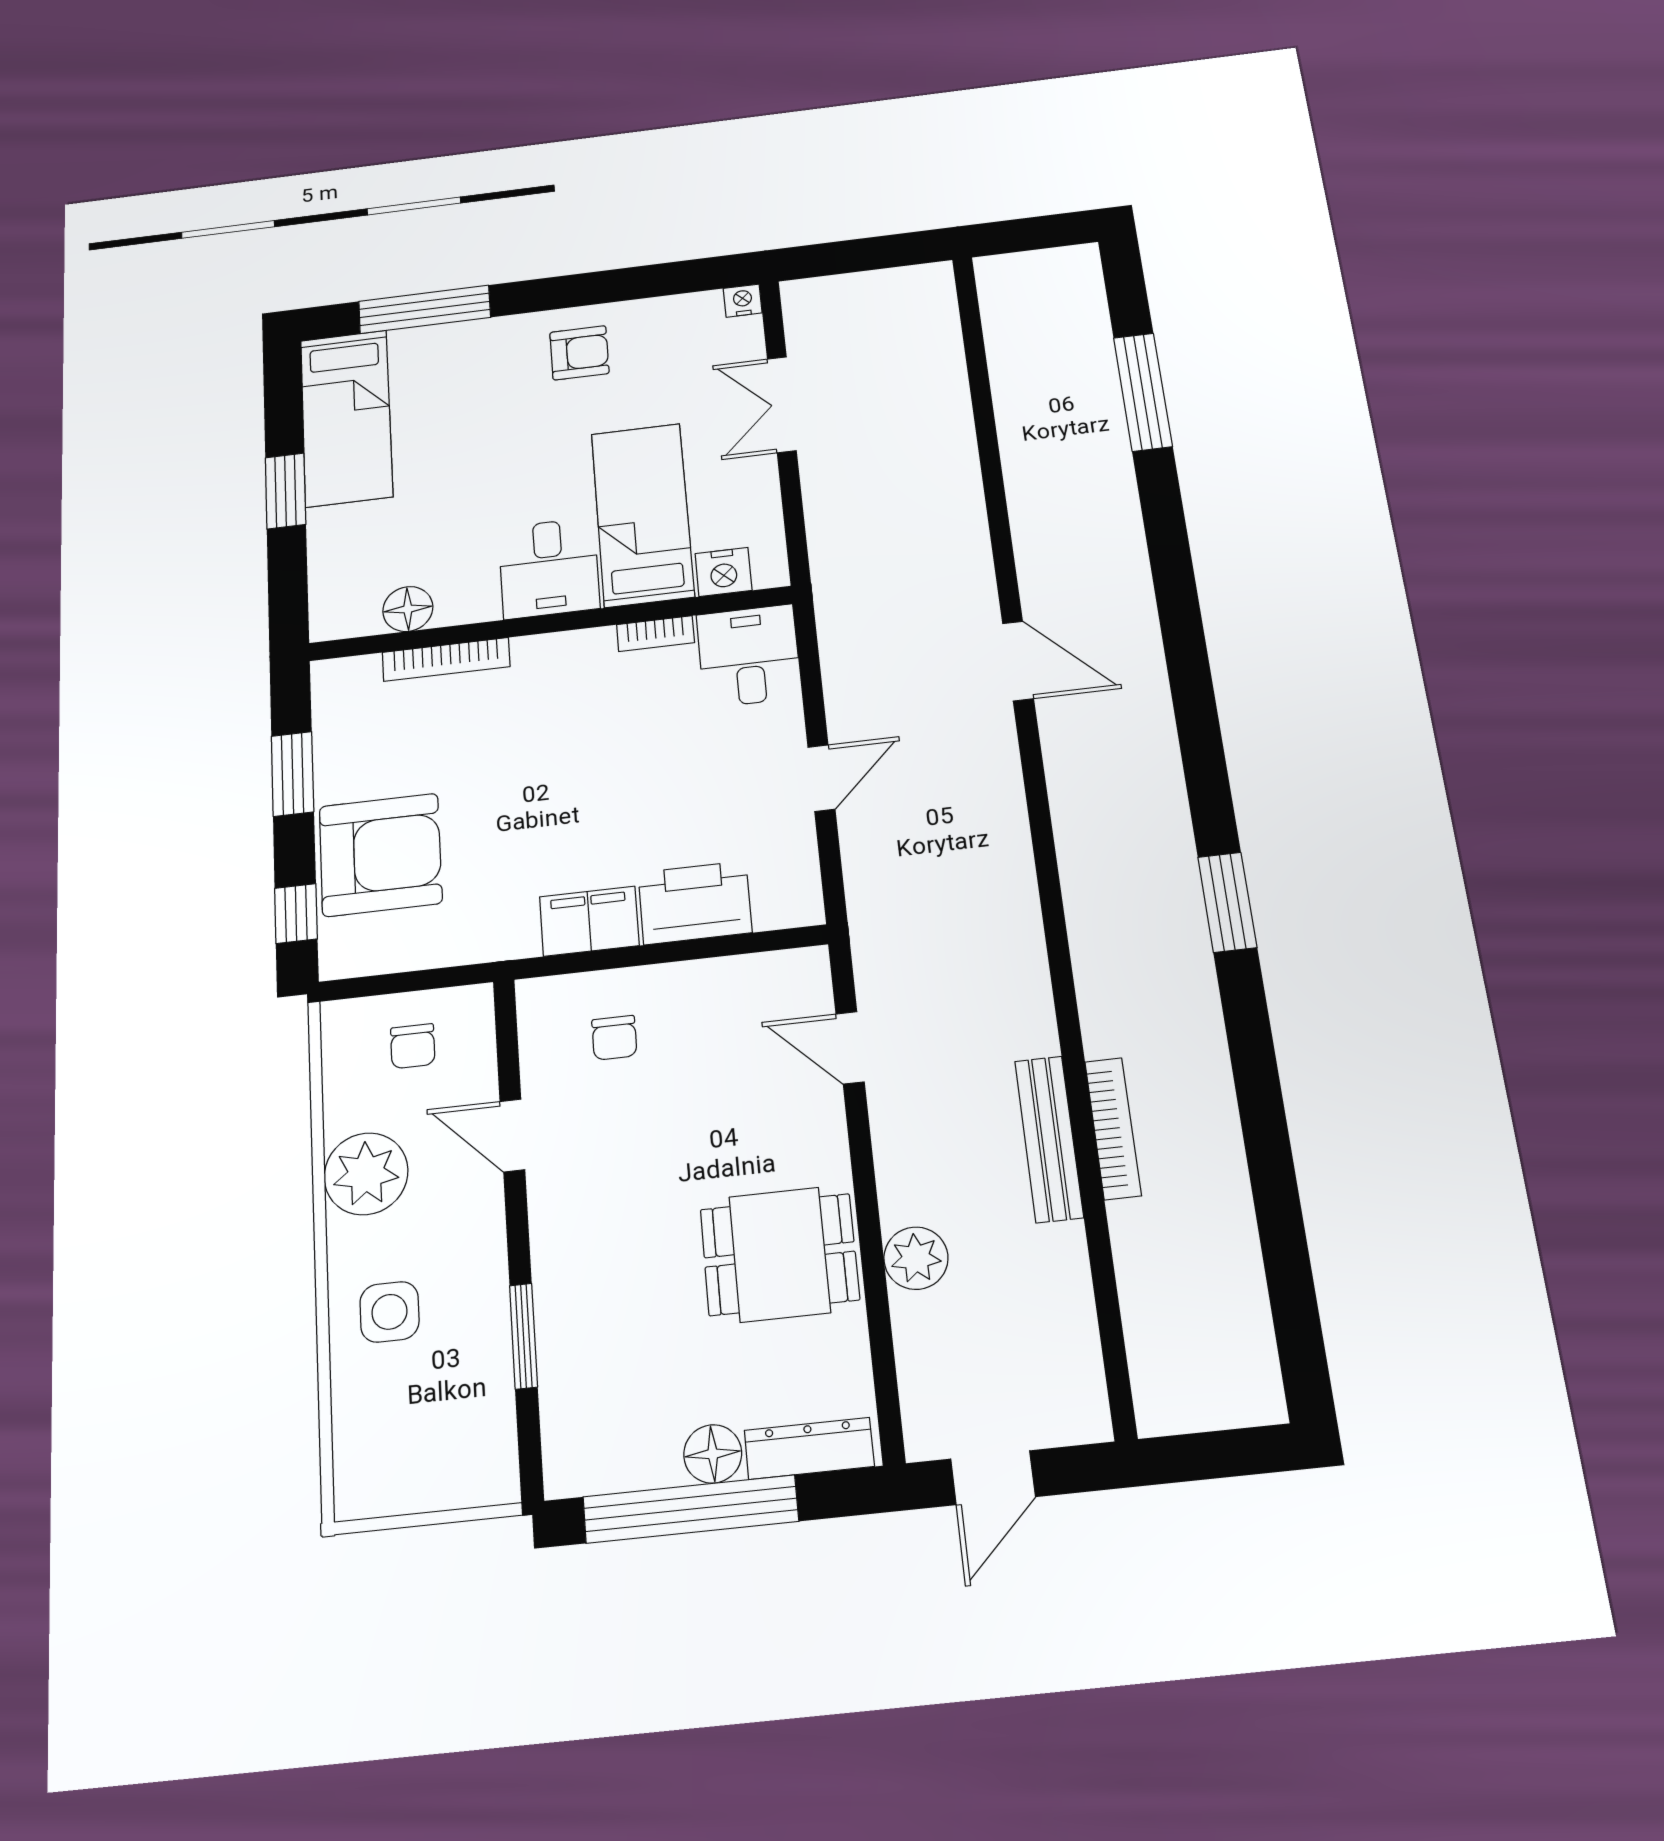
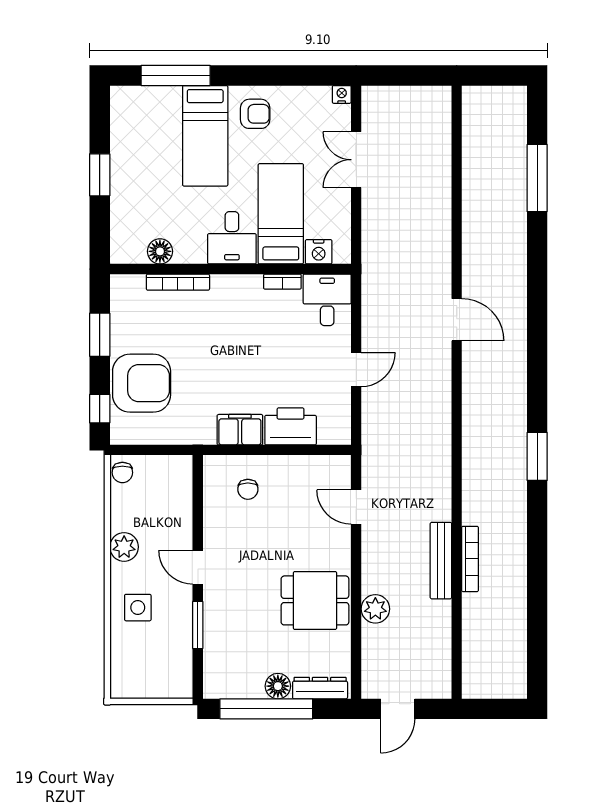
bed: (346, 418) -> (205, 136), moved
chair: (413, 1046) -> (122, 473), moved
door: (512, 1135) -> (198, 567), moved
plant: (366, 1174) -> (124, 547), width x0.73, depth x0.73

